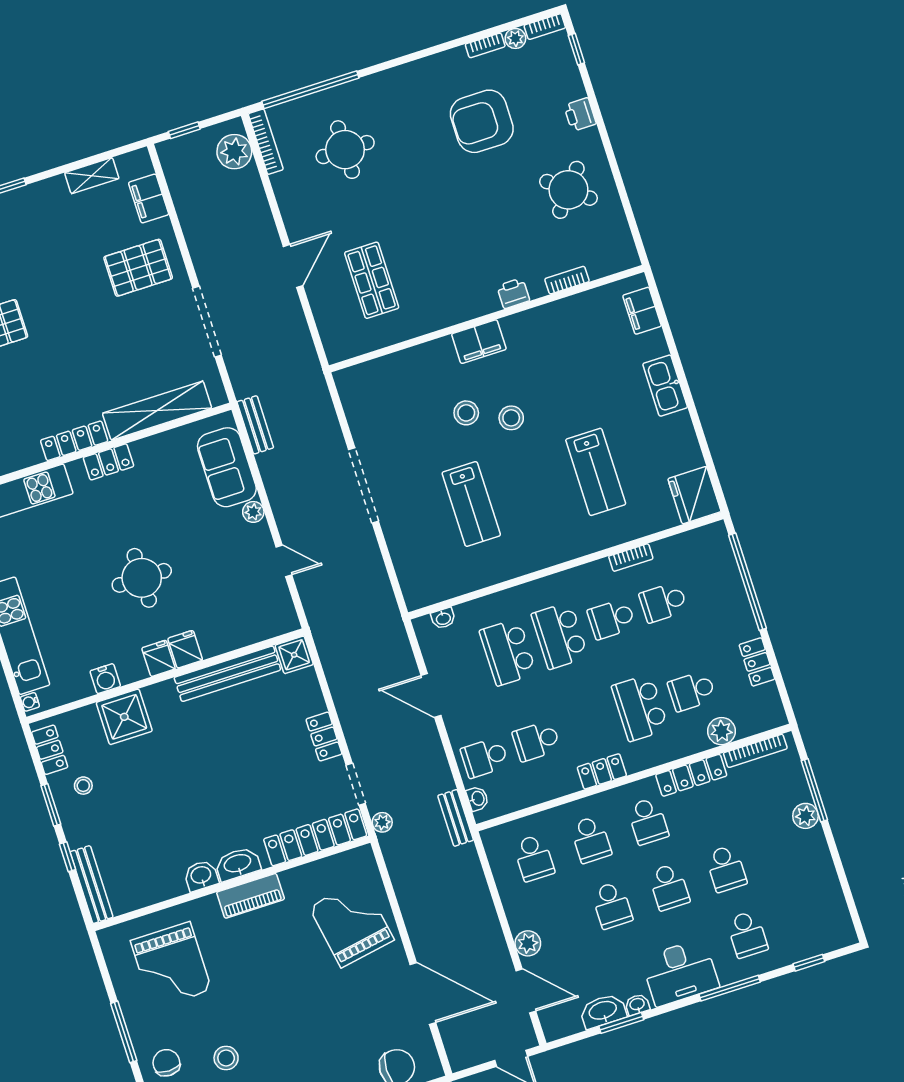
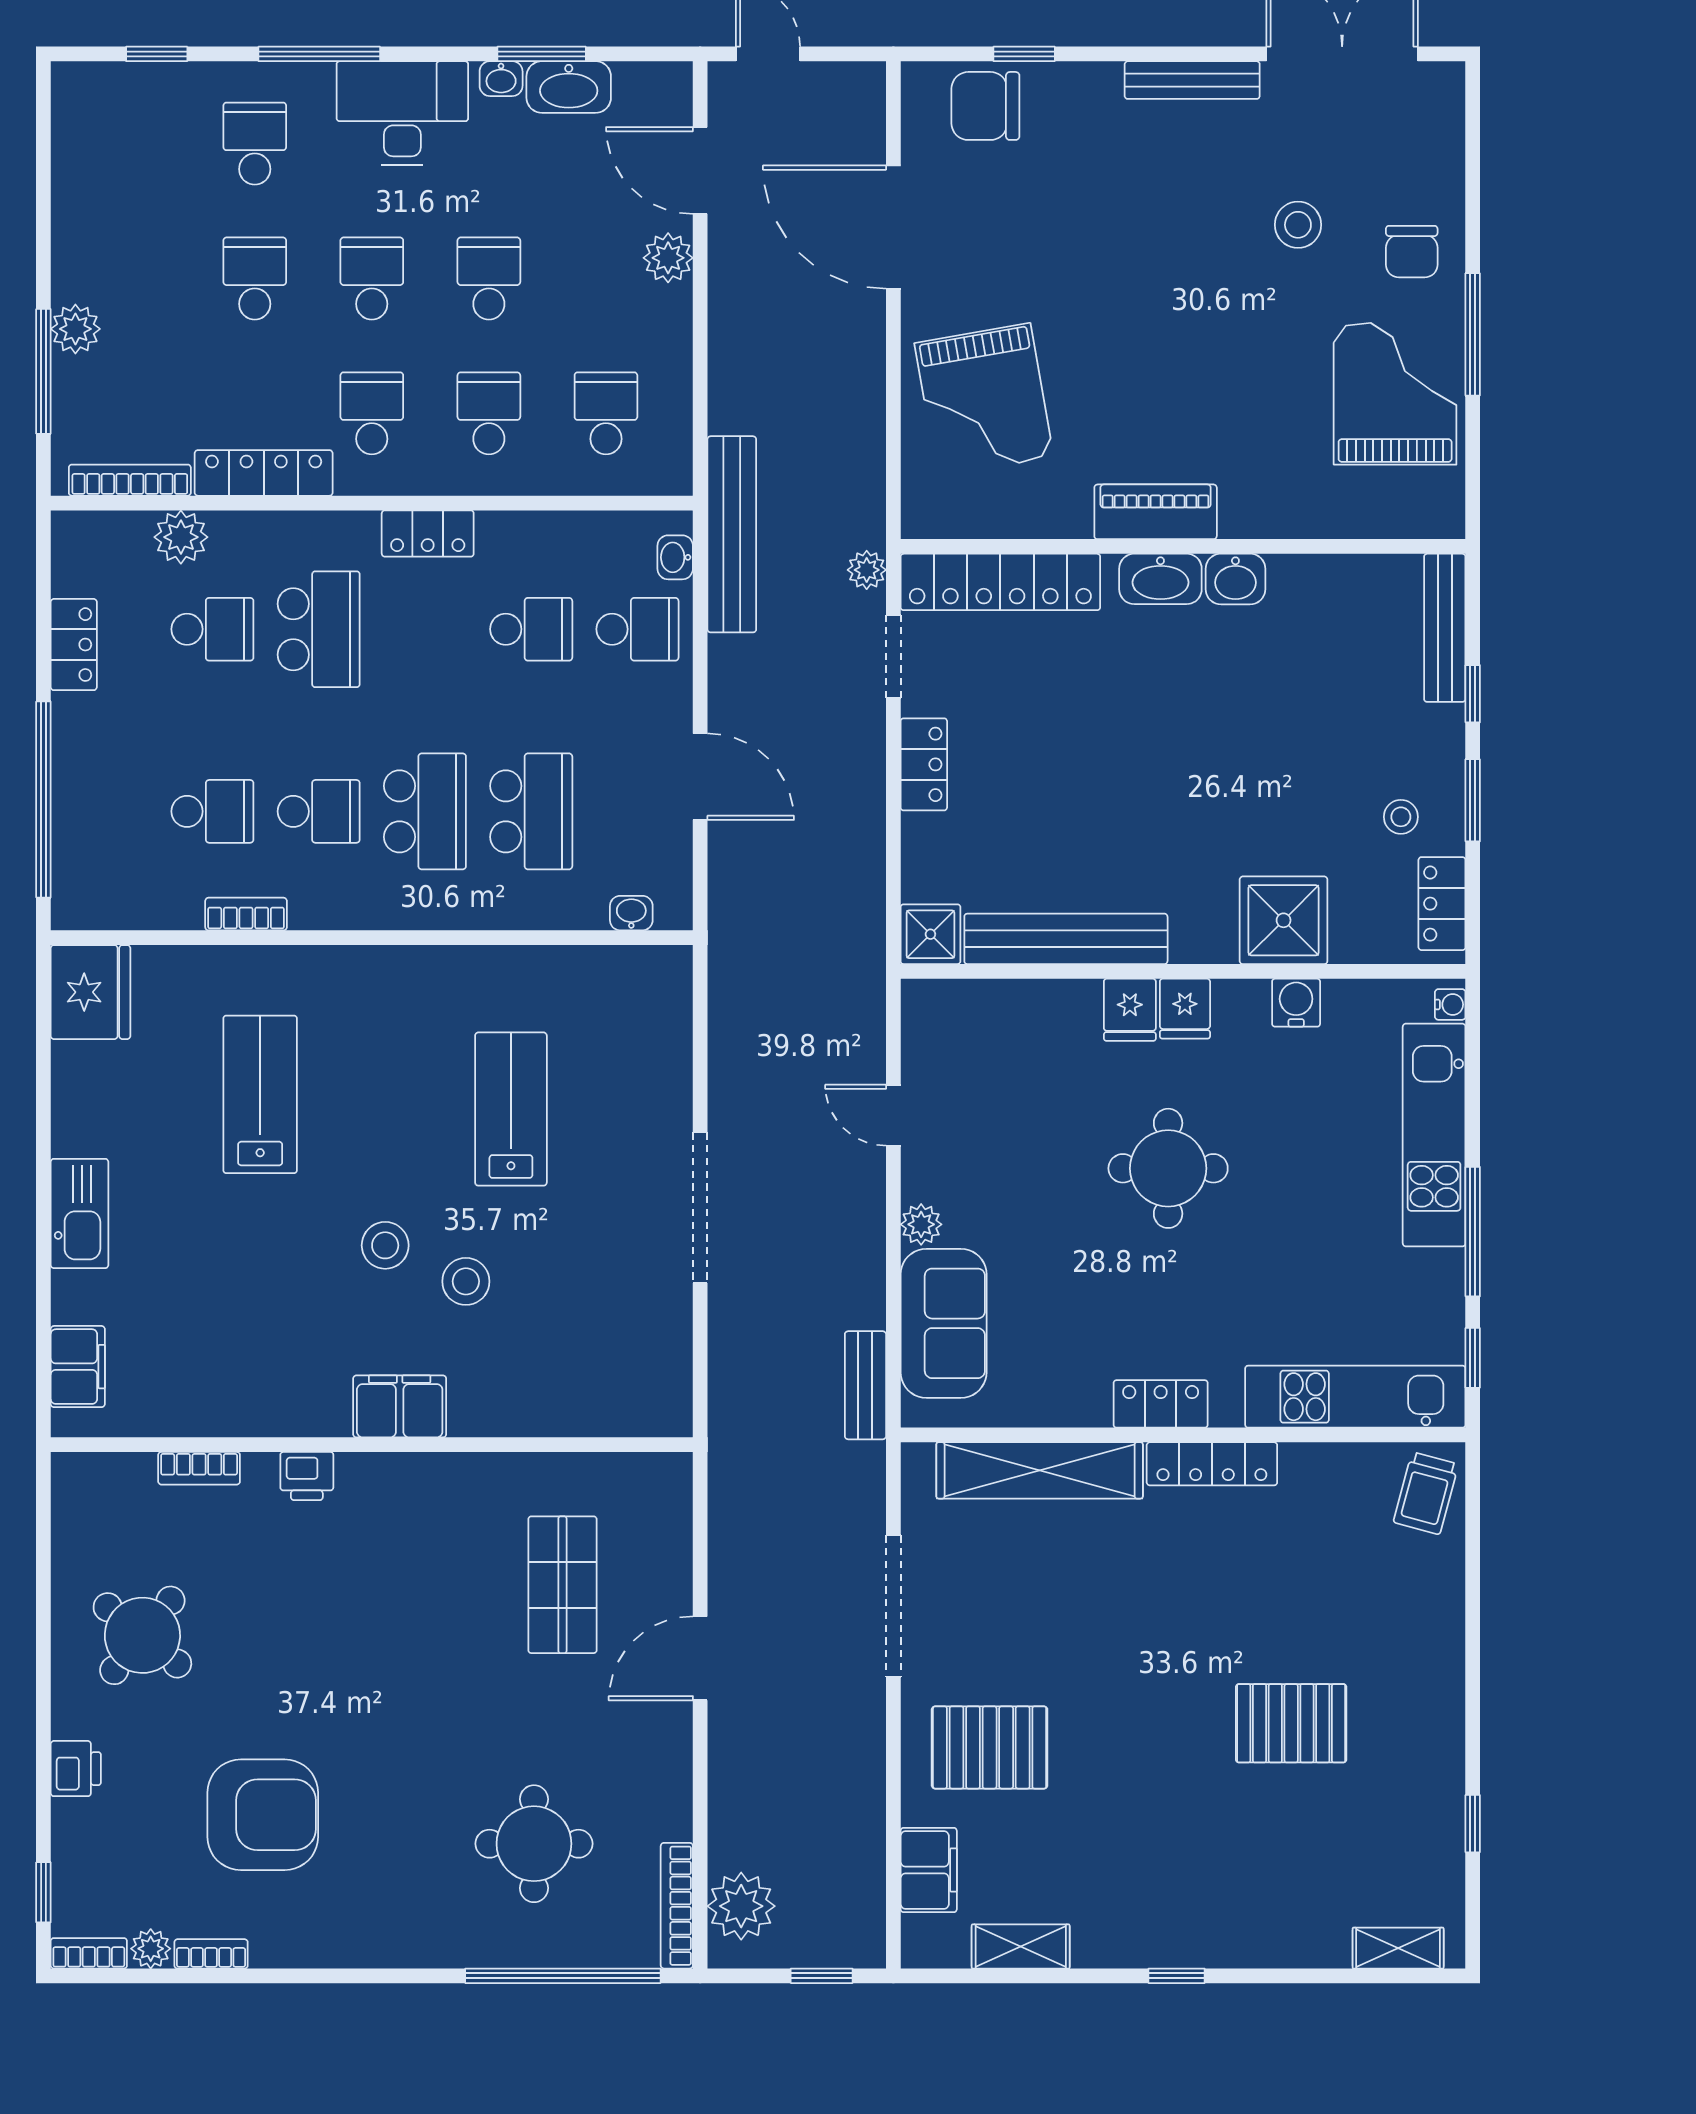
bench: (456, 818) -> (732, 534), width x1.86, depth x1.21
grand piano: (171, 965) -> (1395, 394), moved

